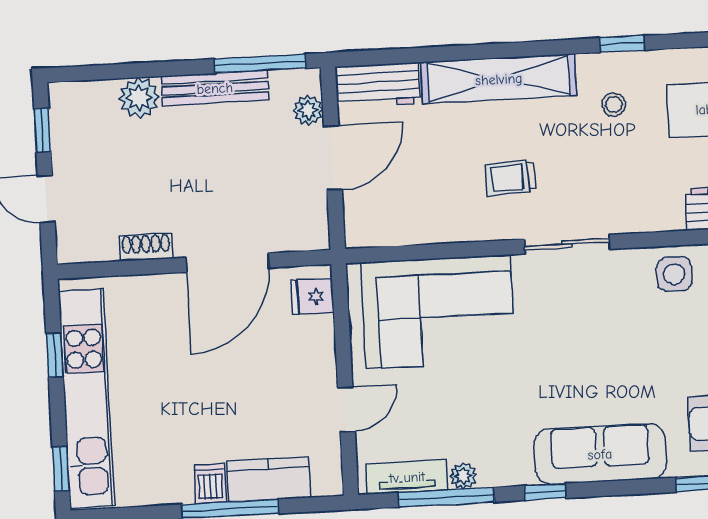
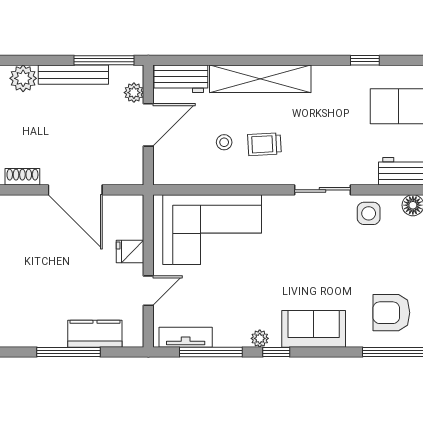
window: (622, 44) -> (365, 60), moved
stool: (614, 105) -> (224, 142), moved
sliding door: (567, 244) -> (323, 190), moved
door: (227, 263) -> (75, 190), hinge flipped
fridge: (313, 296) -> (130, 251), moved
sofa: (600, 454) -> (314, 329), width x0.73
plant: (463, 476) -> (260, 338), moved
dishwasher: (210, 483) -> (56, 334), removed

